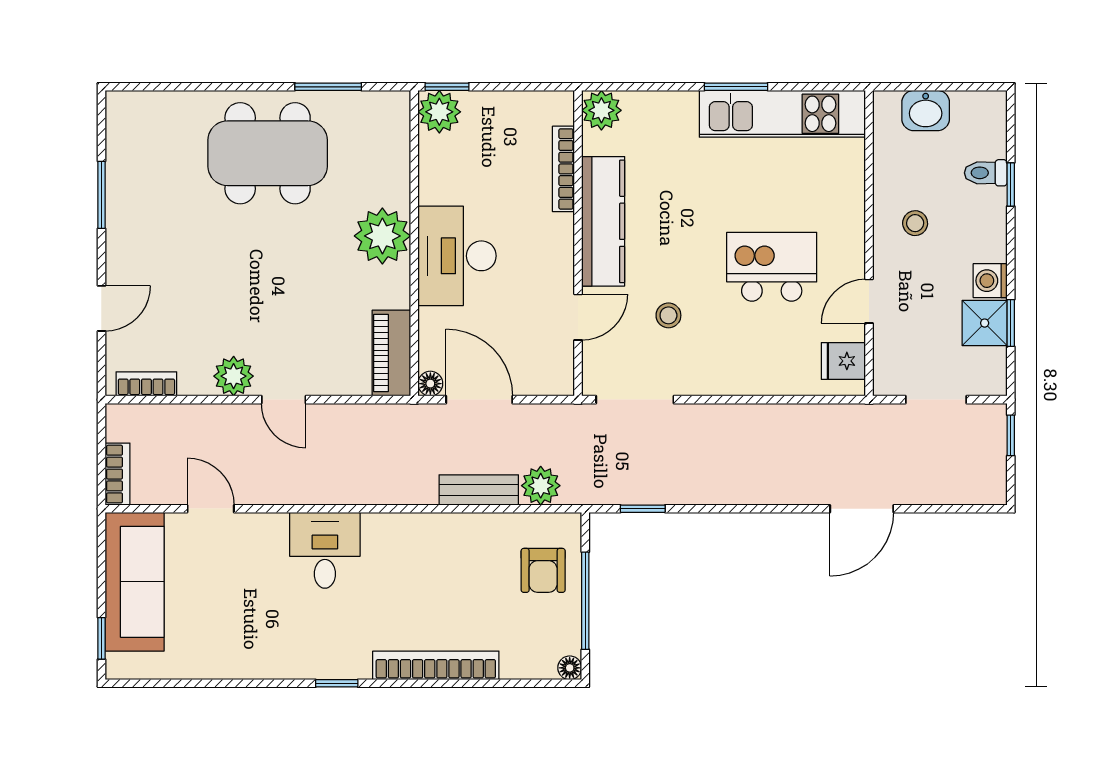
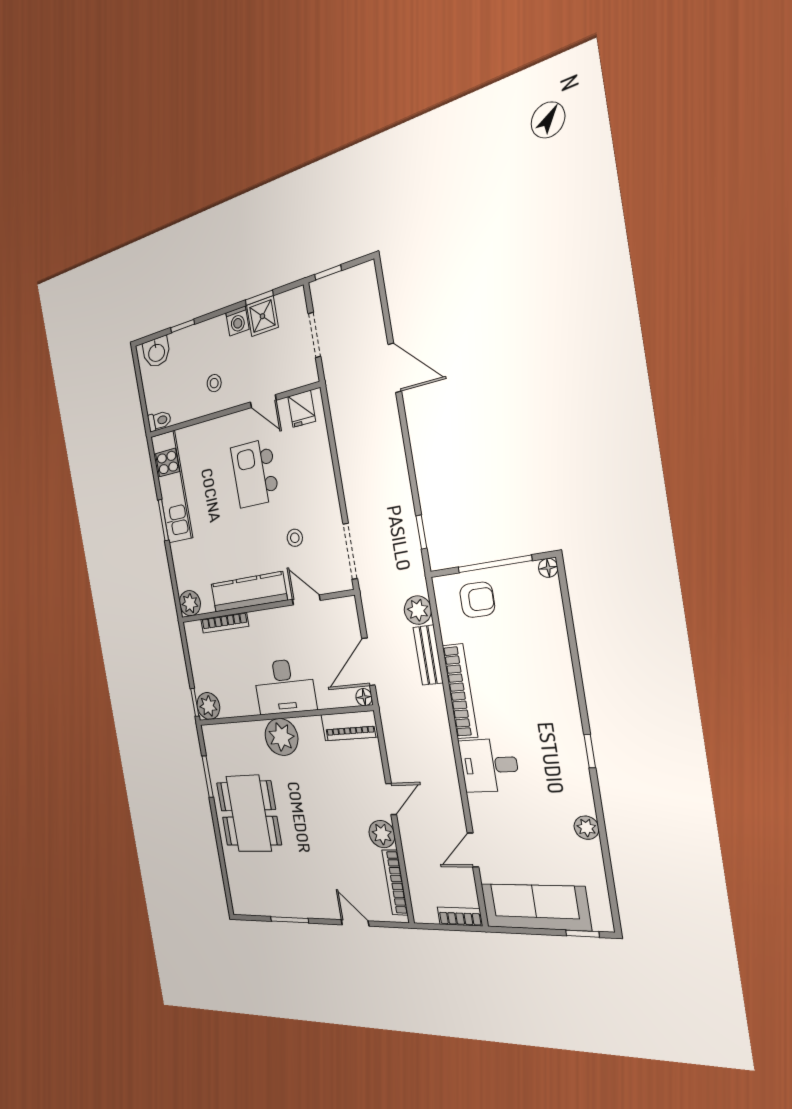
washbasin: (926, 111) -> (156, 352), moved, turned 90
toilet: (986, 173) -> (159, 421), moved, turned -90
bookcase: (146, 384) -> (395, 882), width x1.56
plant: (240, 665) -> (586, 828), added
bookcase: (436, 665) -> (460, 691), moved, turned 180

